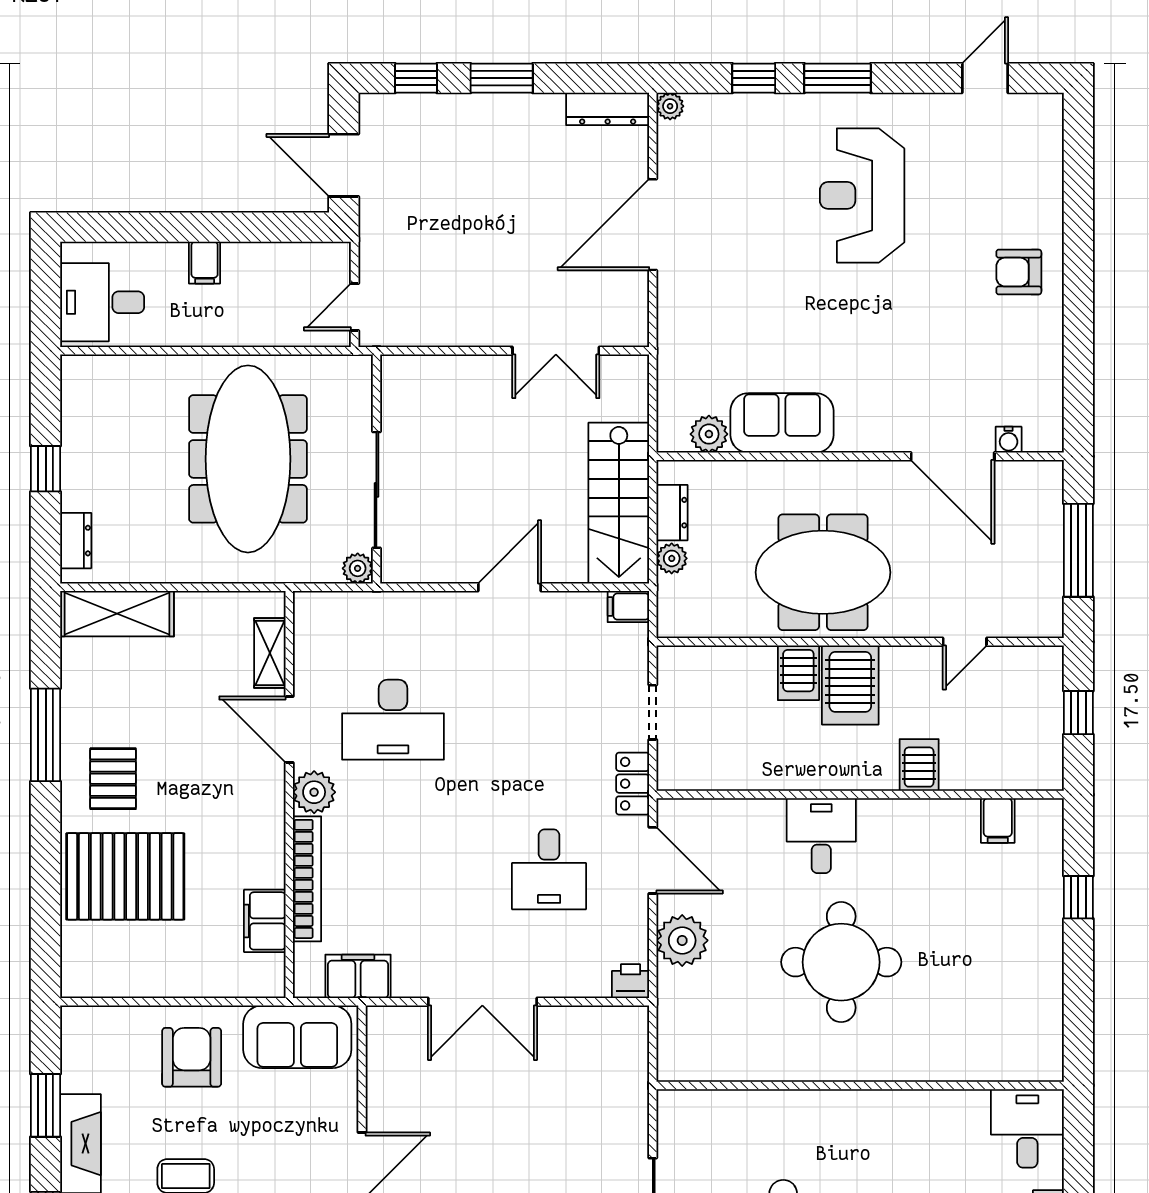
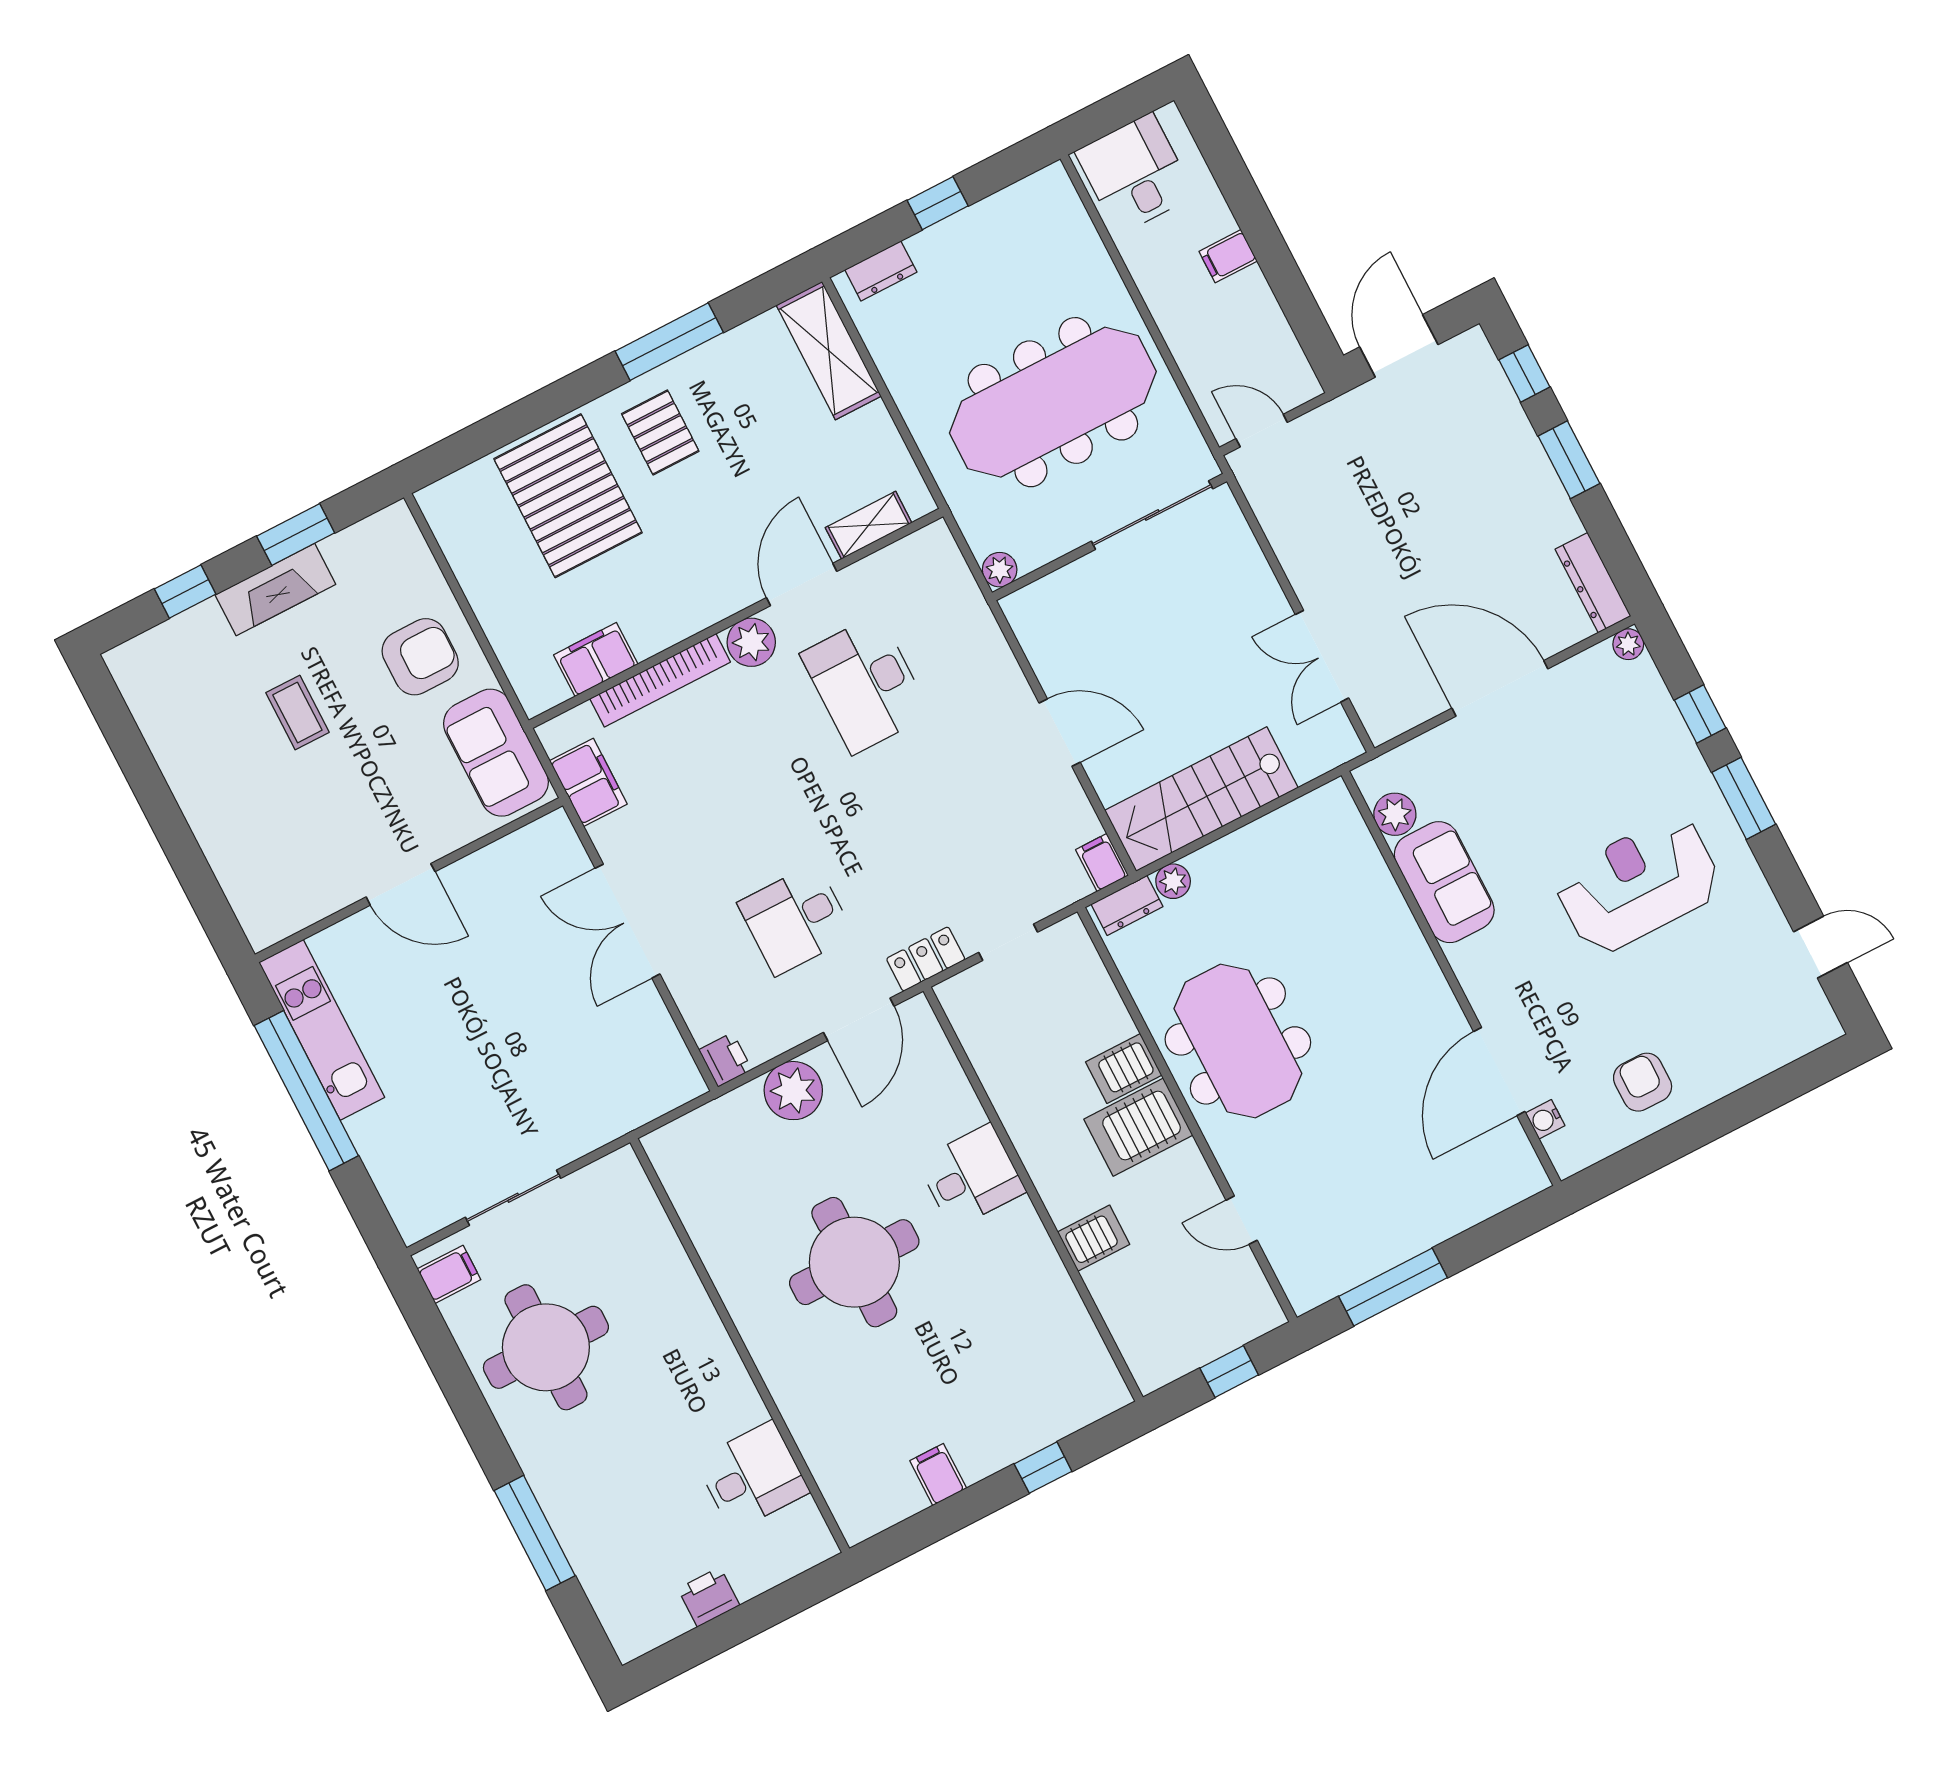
sofa: (782, 423) -> (1444, 882), moved
plant: (709, 434) -> (1395, 814), moved
water cooler: (1009, 440) -> (1545, 1119), moved
wall: (860, 456) -> (1451, 978), moved
door: (953, 456) -> (1499, 1072), moved
sliding door: (376, 490) -> (1152, 515), moved
dresser: (672, 513) -> (1127, 905), moved
pallet: (113, 779) -> (660, 432), turned 90
filing cabinet: (998, 821) -> (938, 1475), moved, turned 90
desk: (1027, 1128) -> (752, 1476), moved

